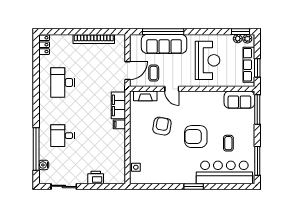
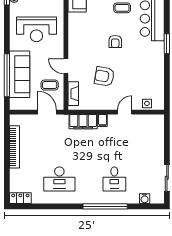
reception desk: (208, 60) -> (36, 29), turned 180
door: (172, 89) -> (66, 66), swing flipped
armchair: (196, 137) -> (115, 41), width x0.53, depth x0.53
door: (127, 146) -> (125, 112), added
window: (36, 149) -> (105, 206), moved
printer: (96, 177) -> (157, 145), removed

